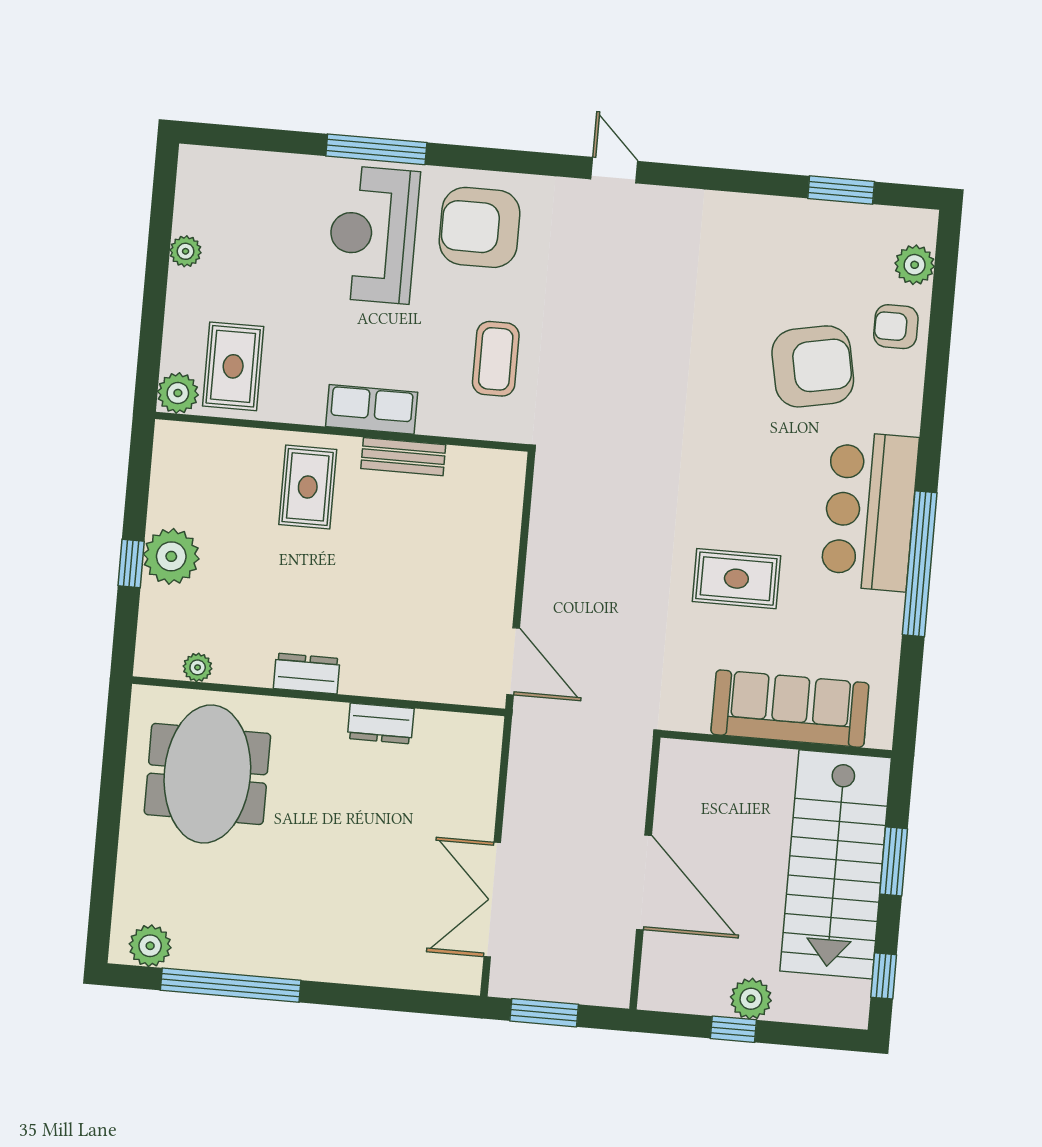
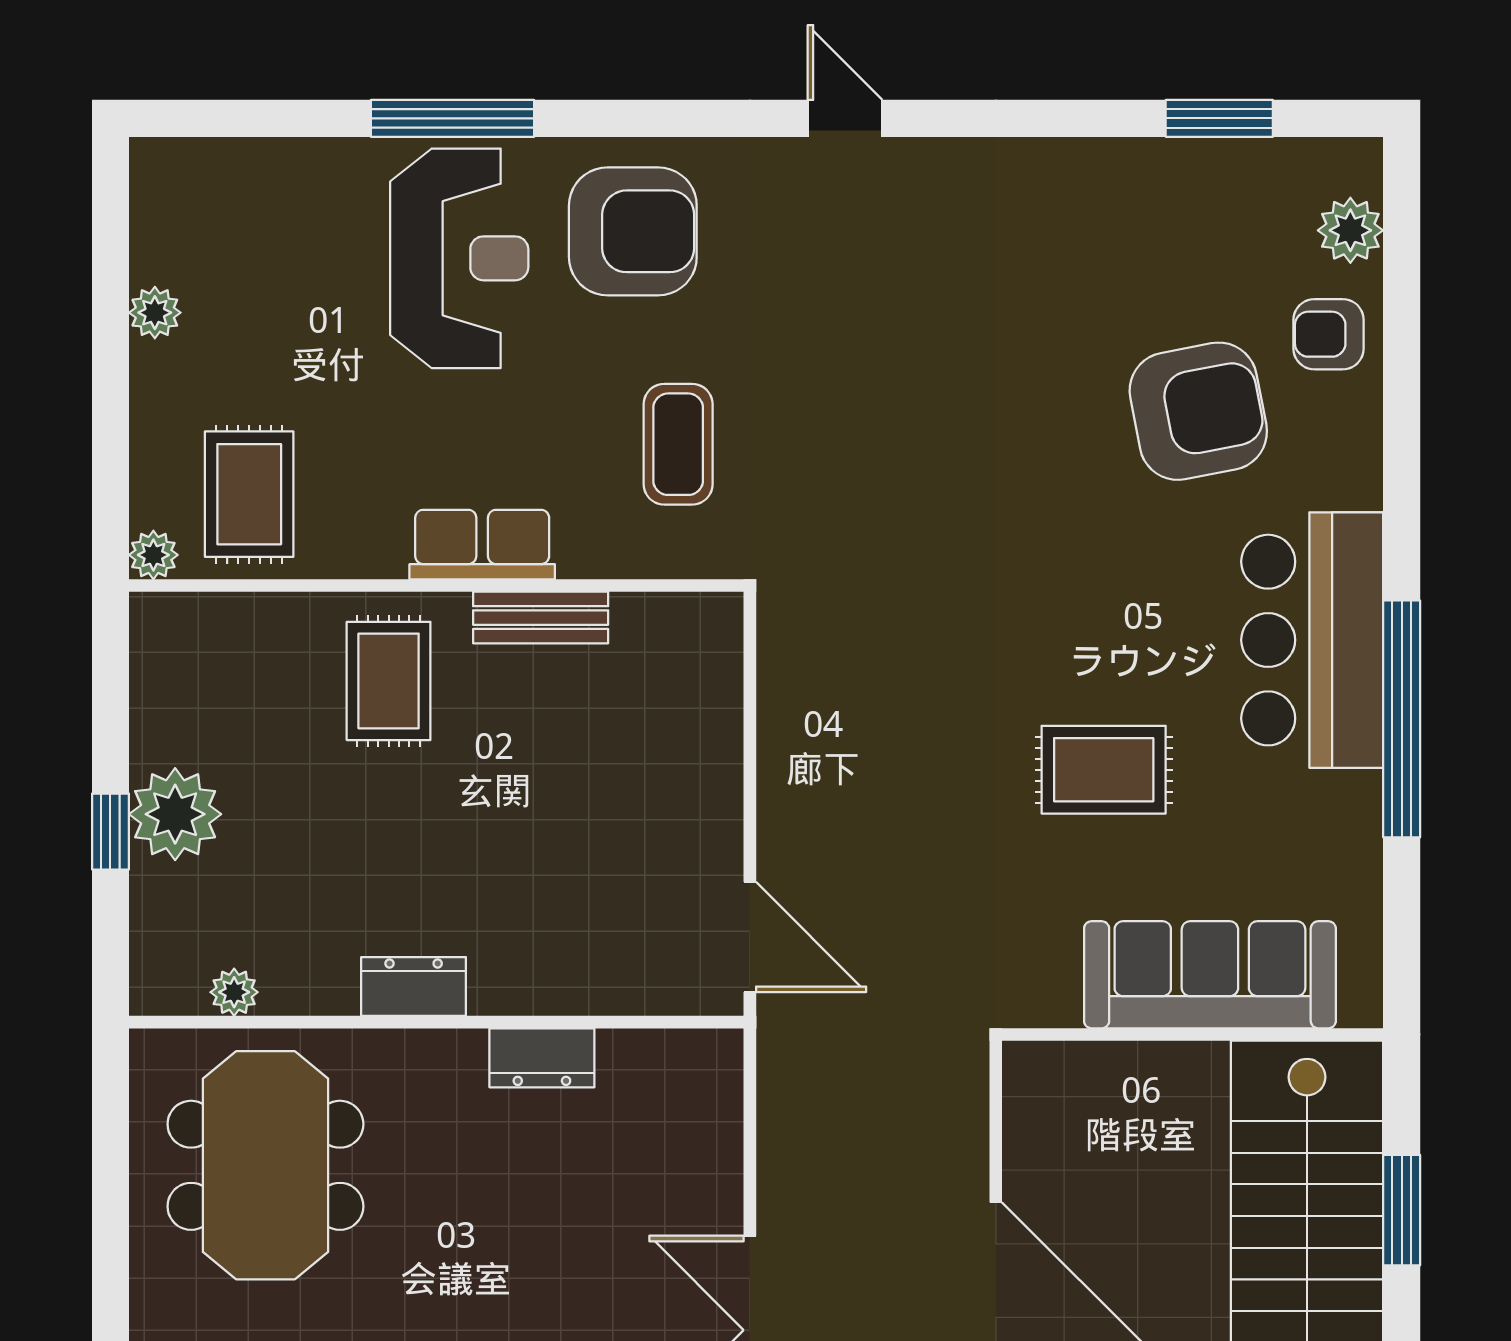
armchair: (480, 227) -> (633, 231), turned 180
reception desk: (373, 235) -> (459, 258), turned 180
plant: (178, 393) -> (153, 555), width x0.73, depth x0.73

